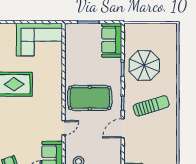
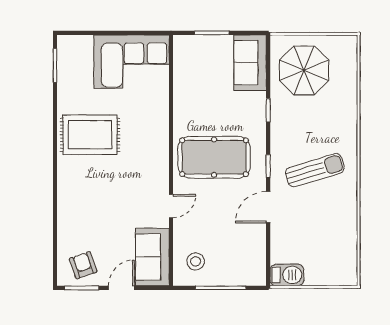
parasol: (144, 66) -> (304, 70), moved

